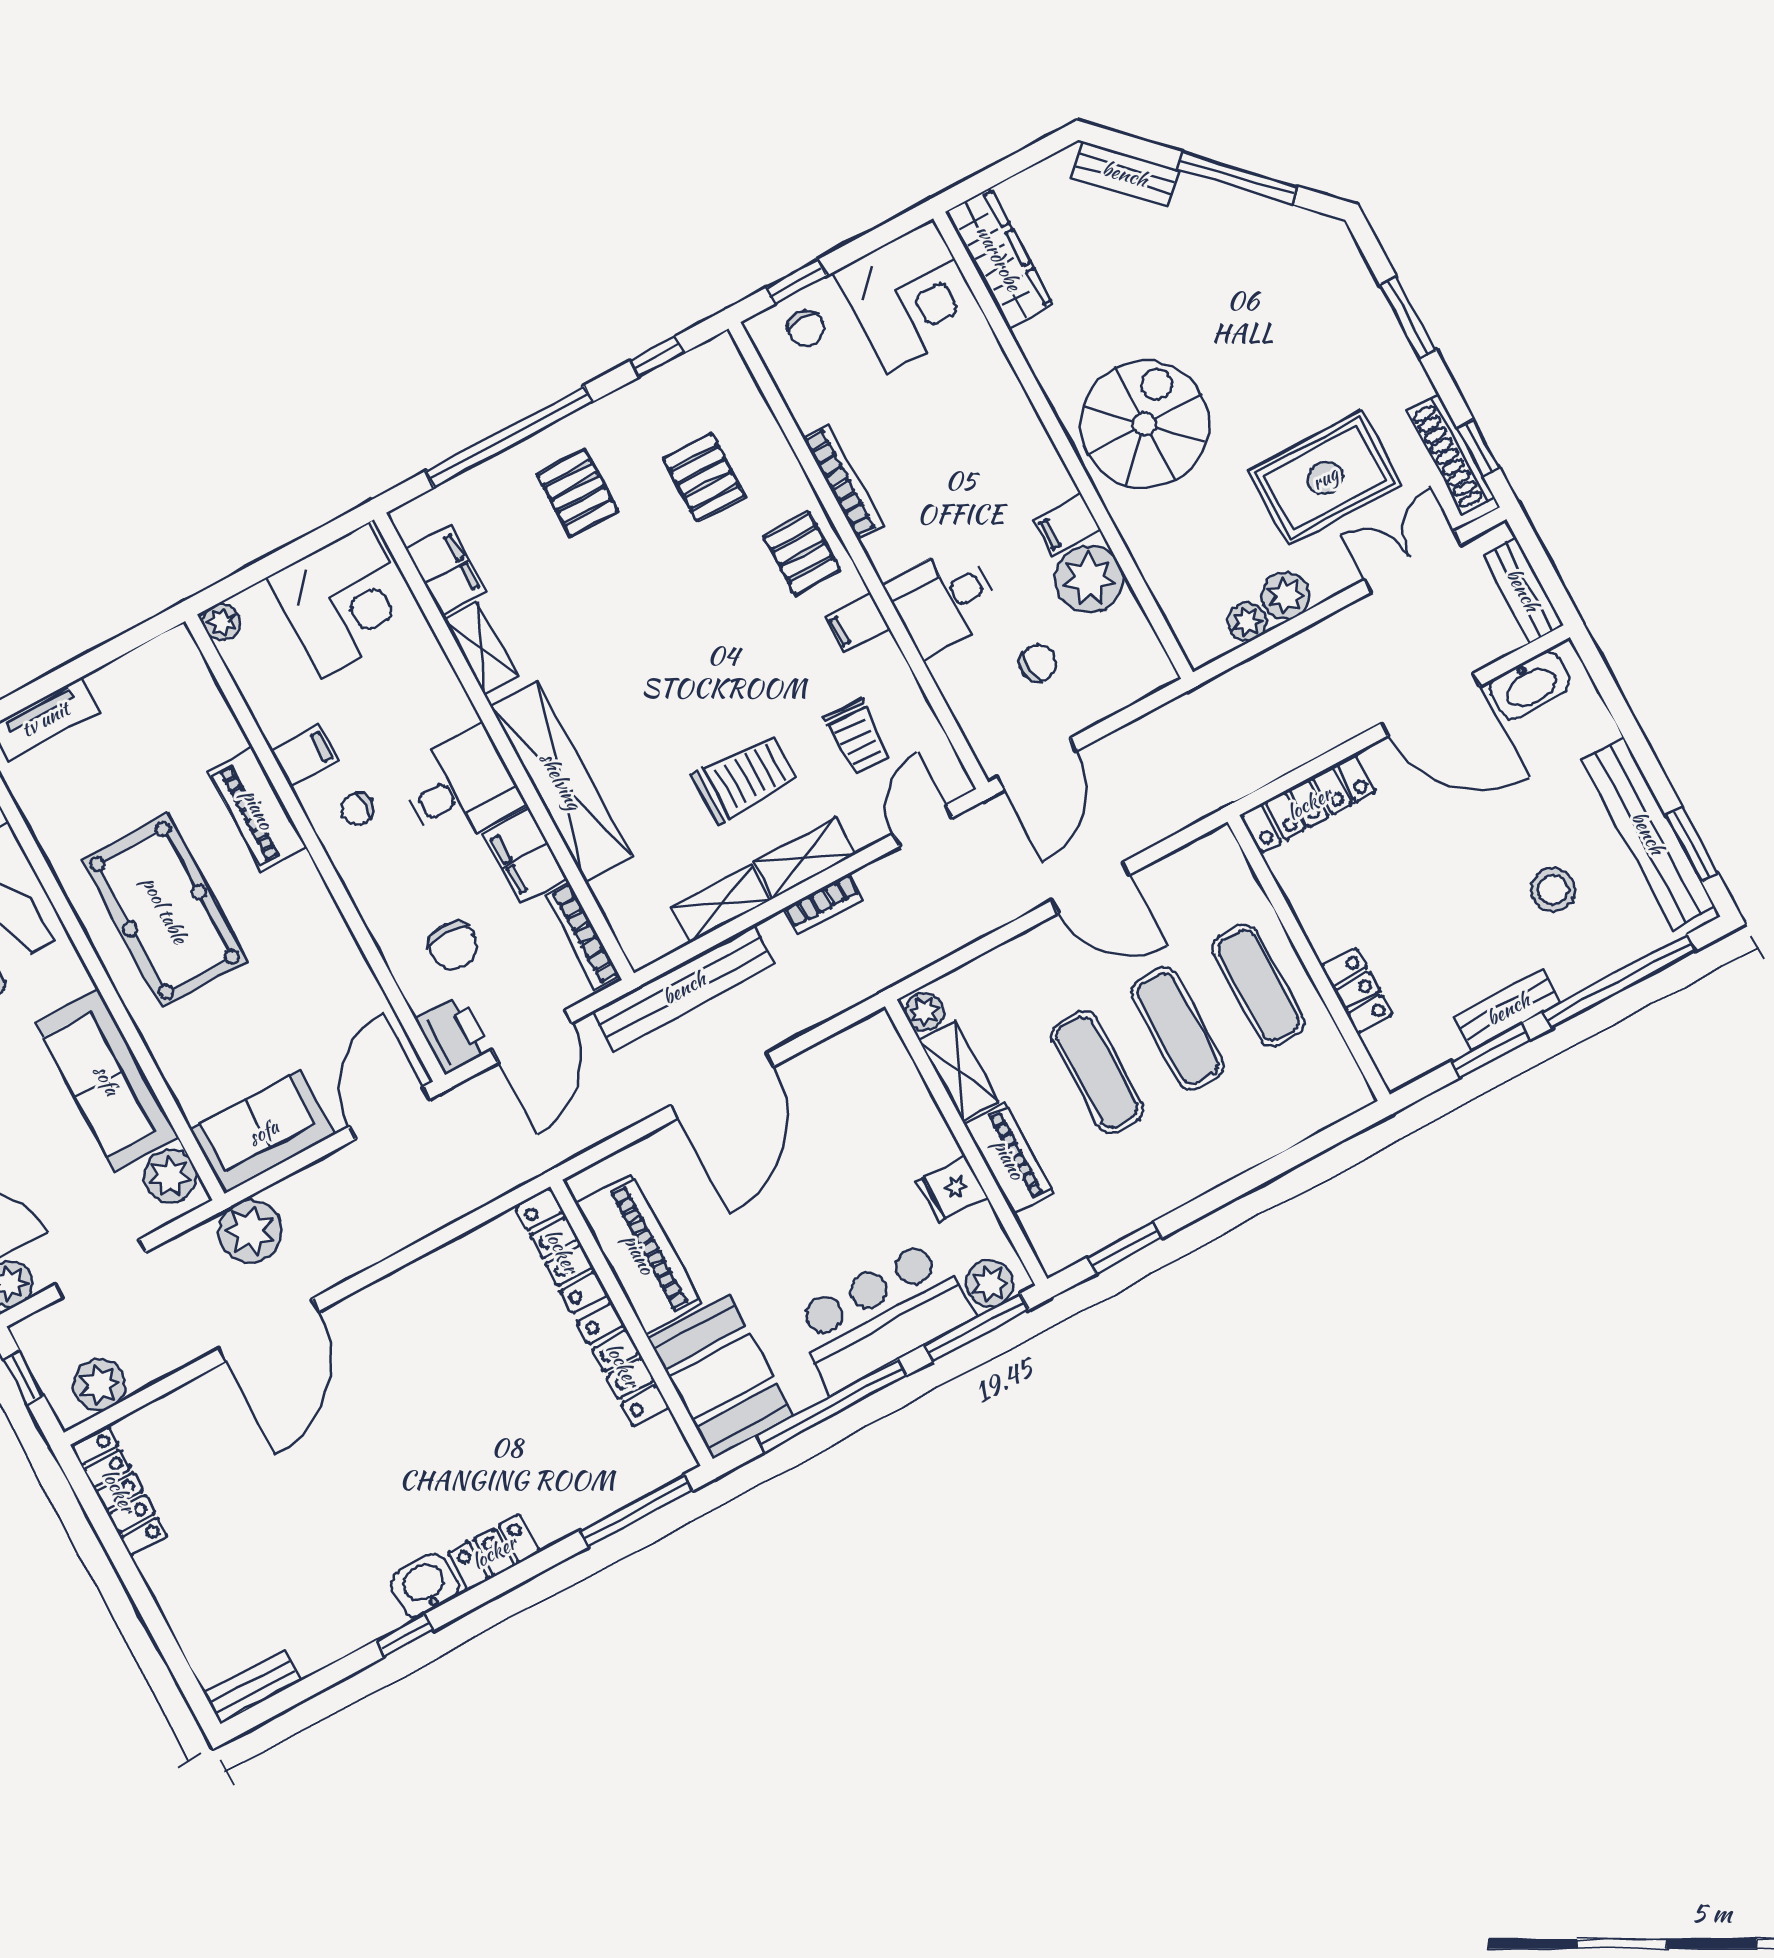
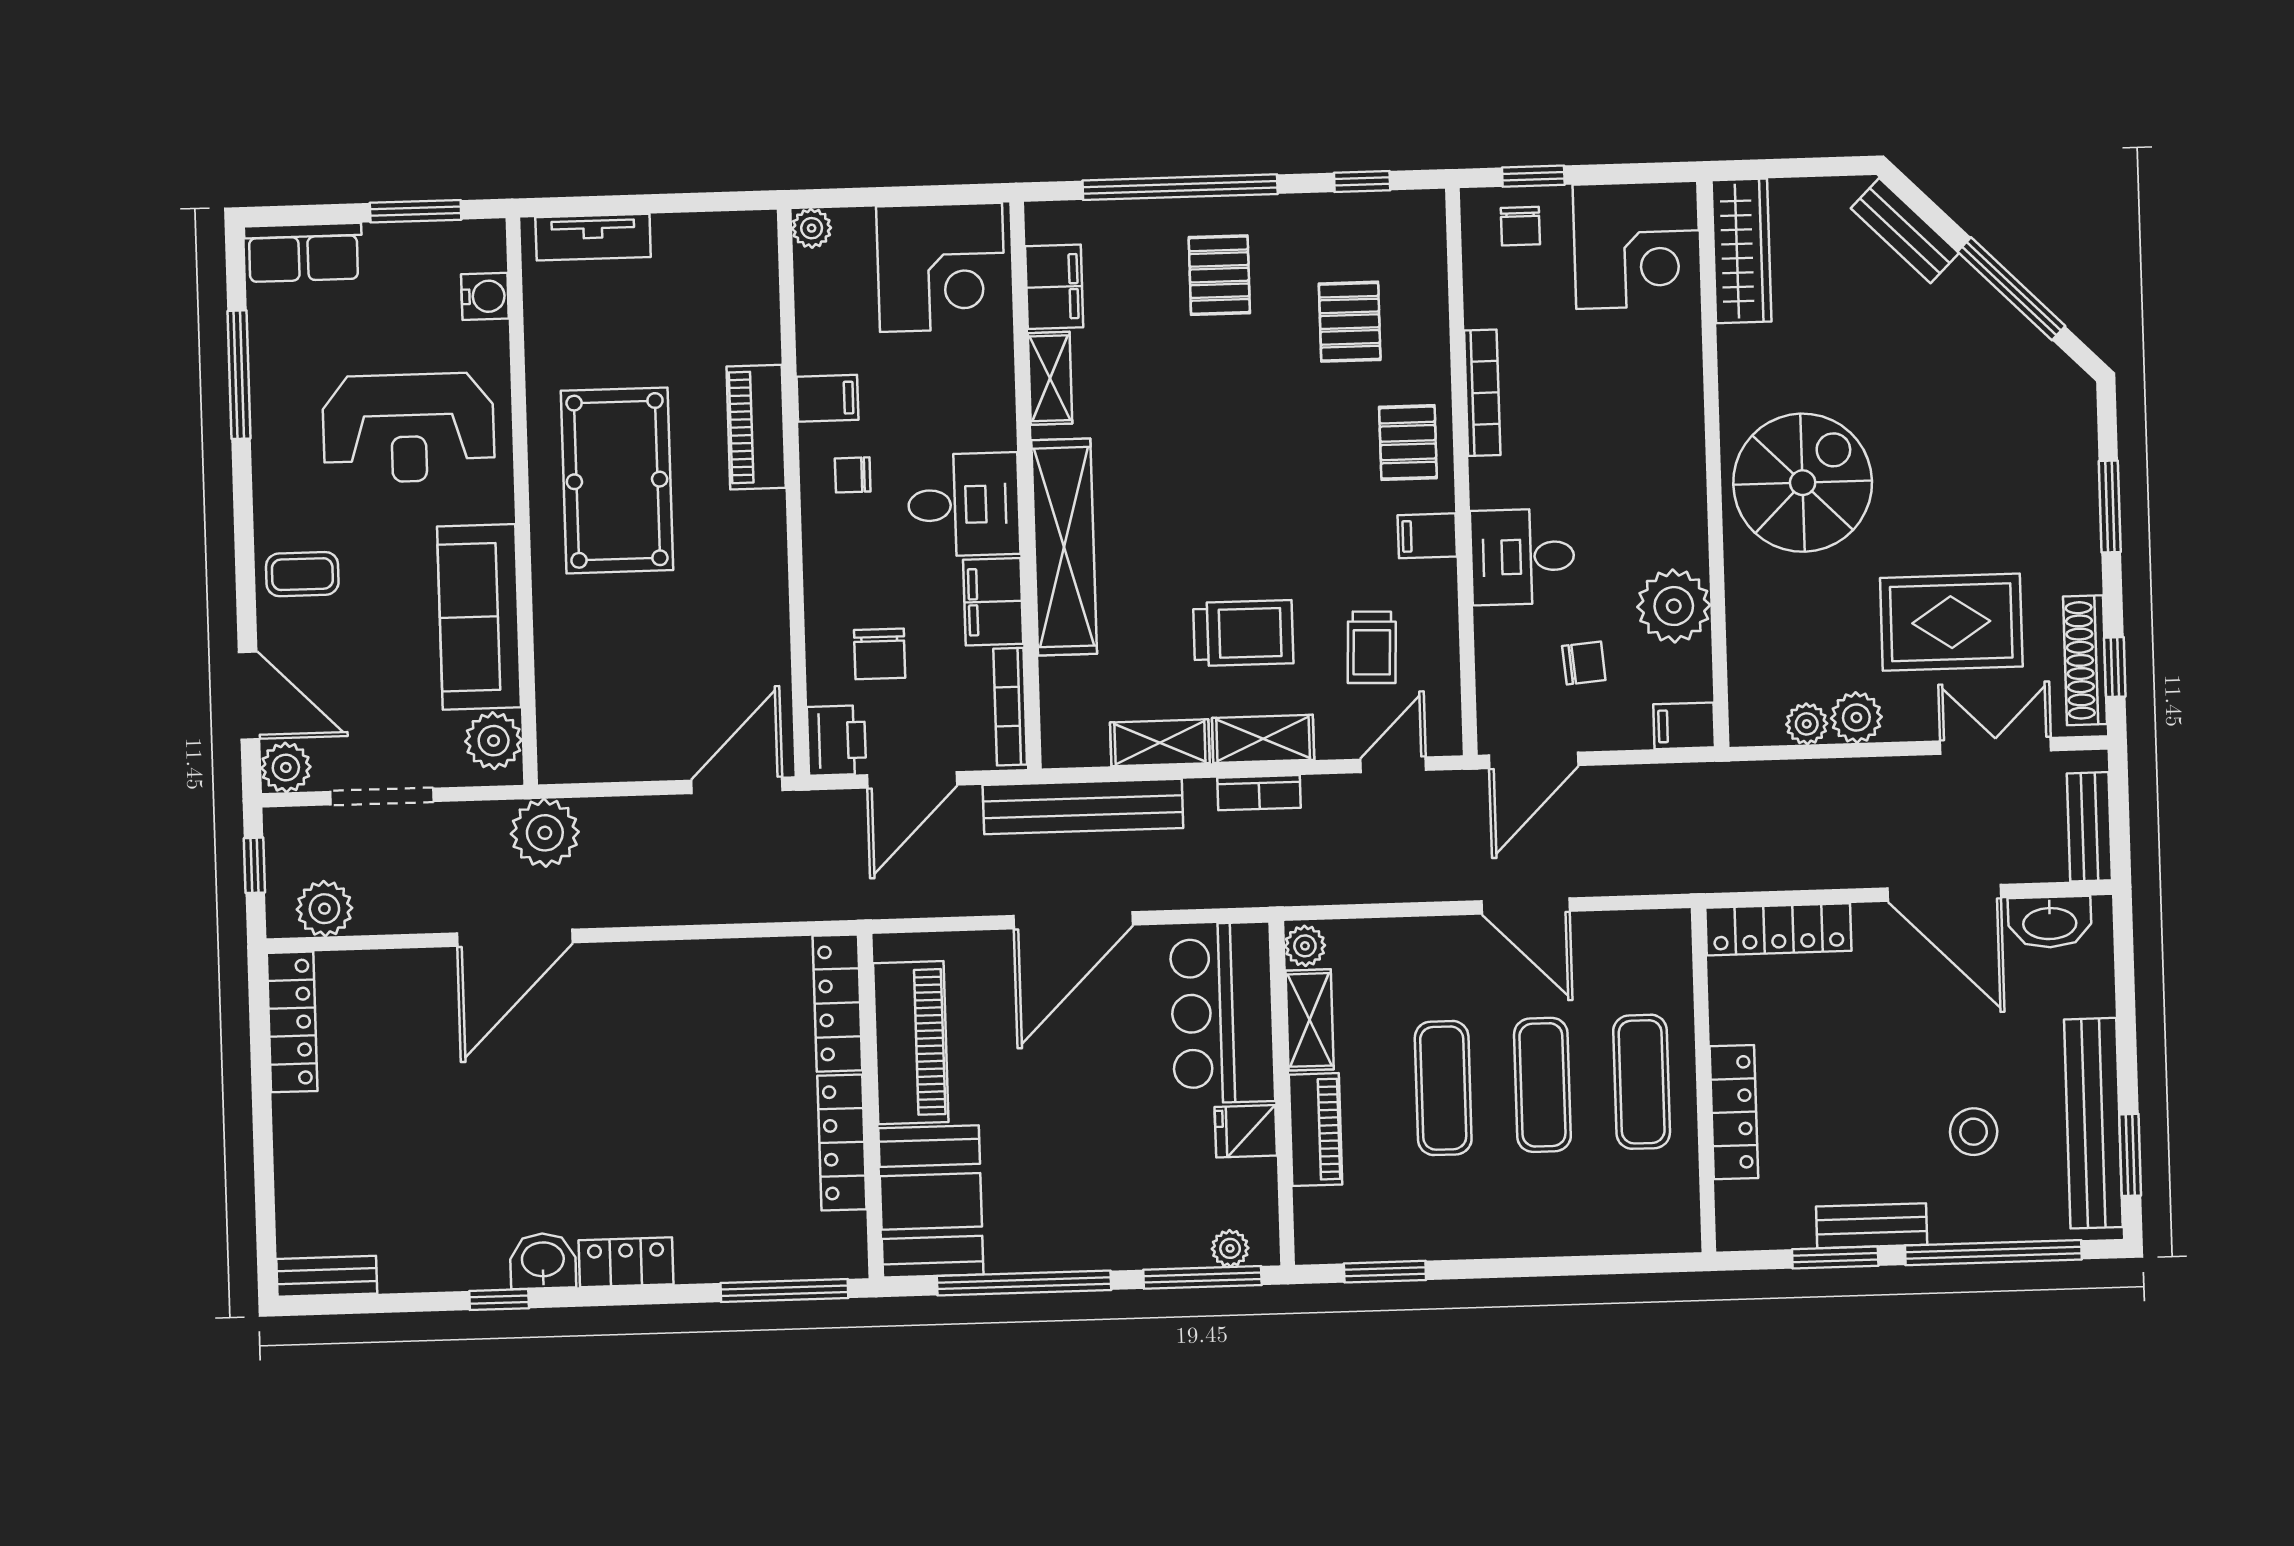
filing cabinet: (1067, 525) -> (1684, 726), moved
locker: (1357, 991) -> (1734, 1112), width x1.53
sofa: (263, 1132) -> (605, 743), removed
plant: (990, 1284) -> (1230, 1248), width x0.73, depth x0.73
bar counter: (882, 1316) -> (1222, 1013), moved, turned -90

